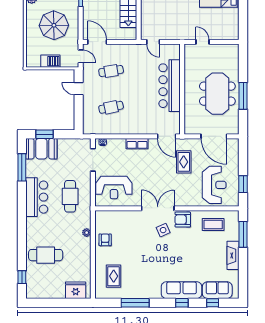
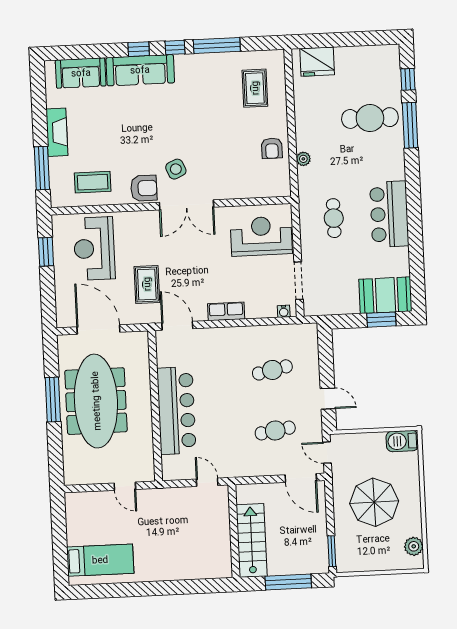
barbecue: (50, 61) -> (402, 441), moved
meeting table: (217, 94) -> (96, 401), width x1.36
window: (22, 167) -> (410, 125), moved
cafe table: (70, 196) -> (334, 218), width x0.73, depth x0.74
window: (213, 303) -> (175, 47), moved

